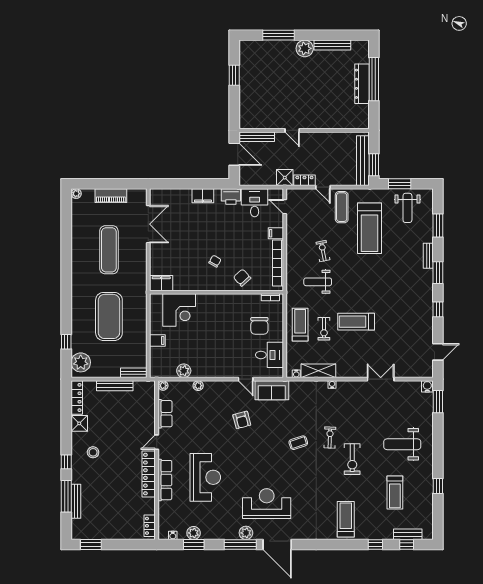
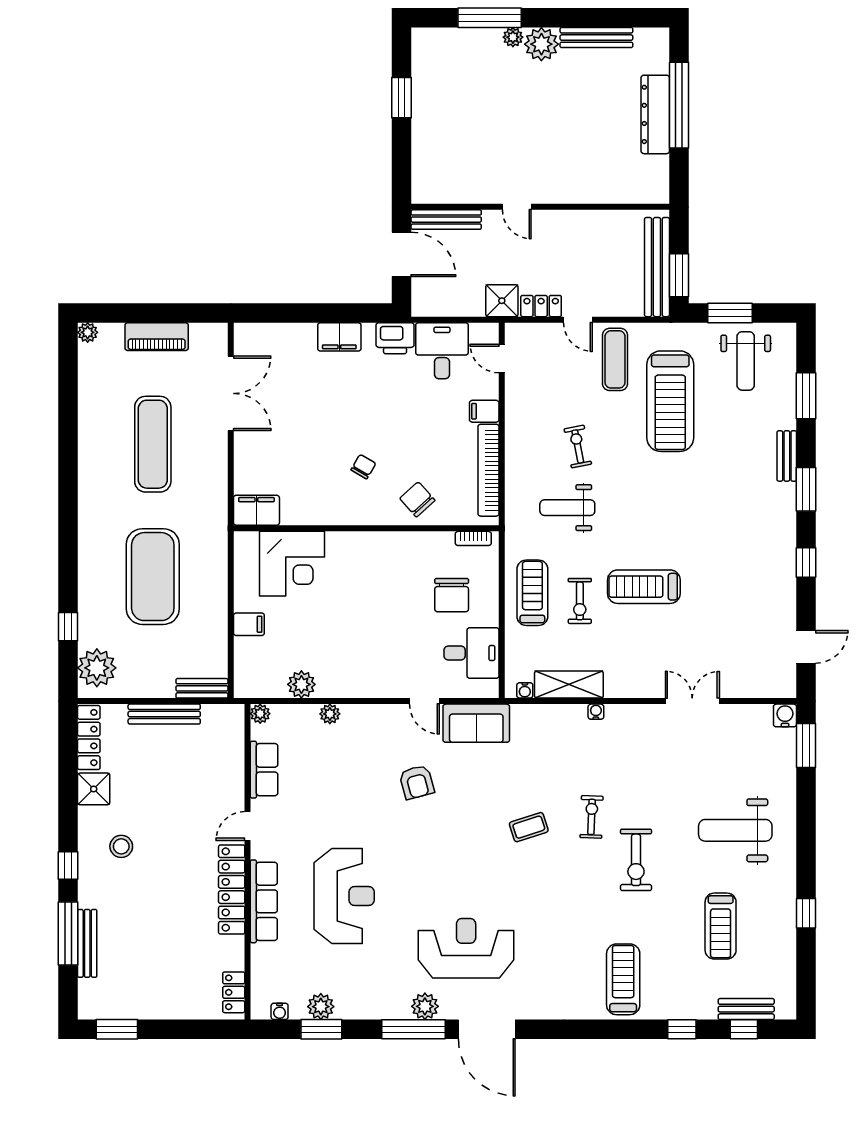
plant: (290, 45) -> (513, 37), added

